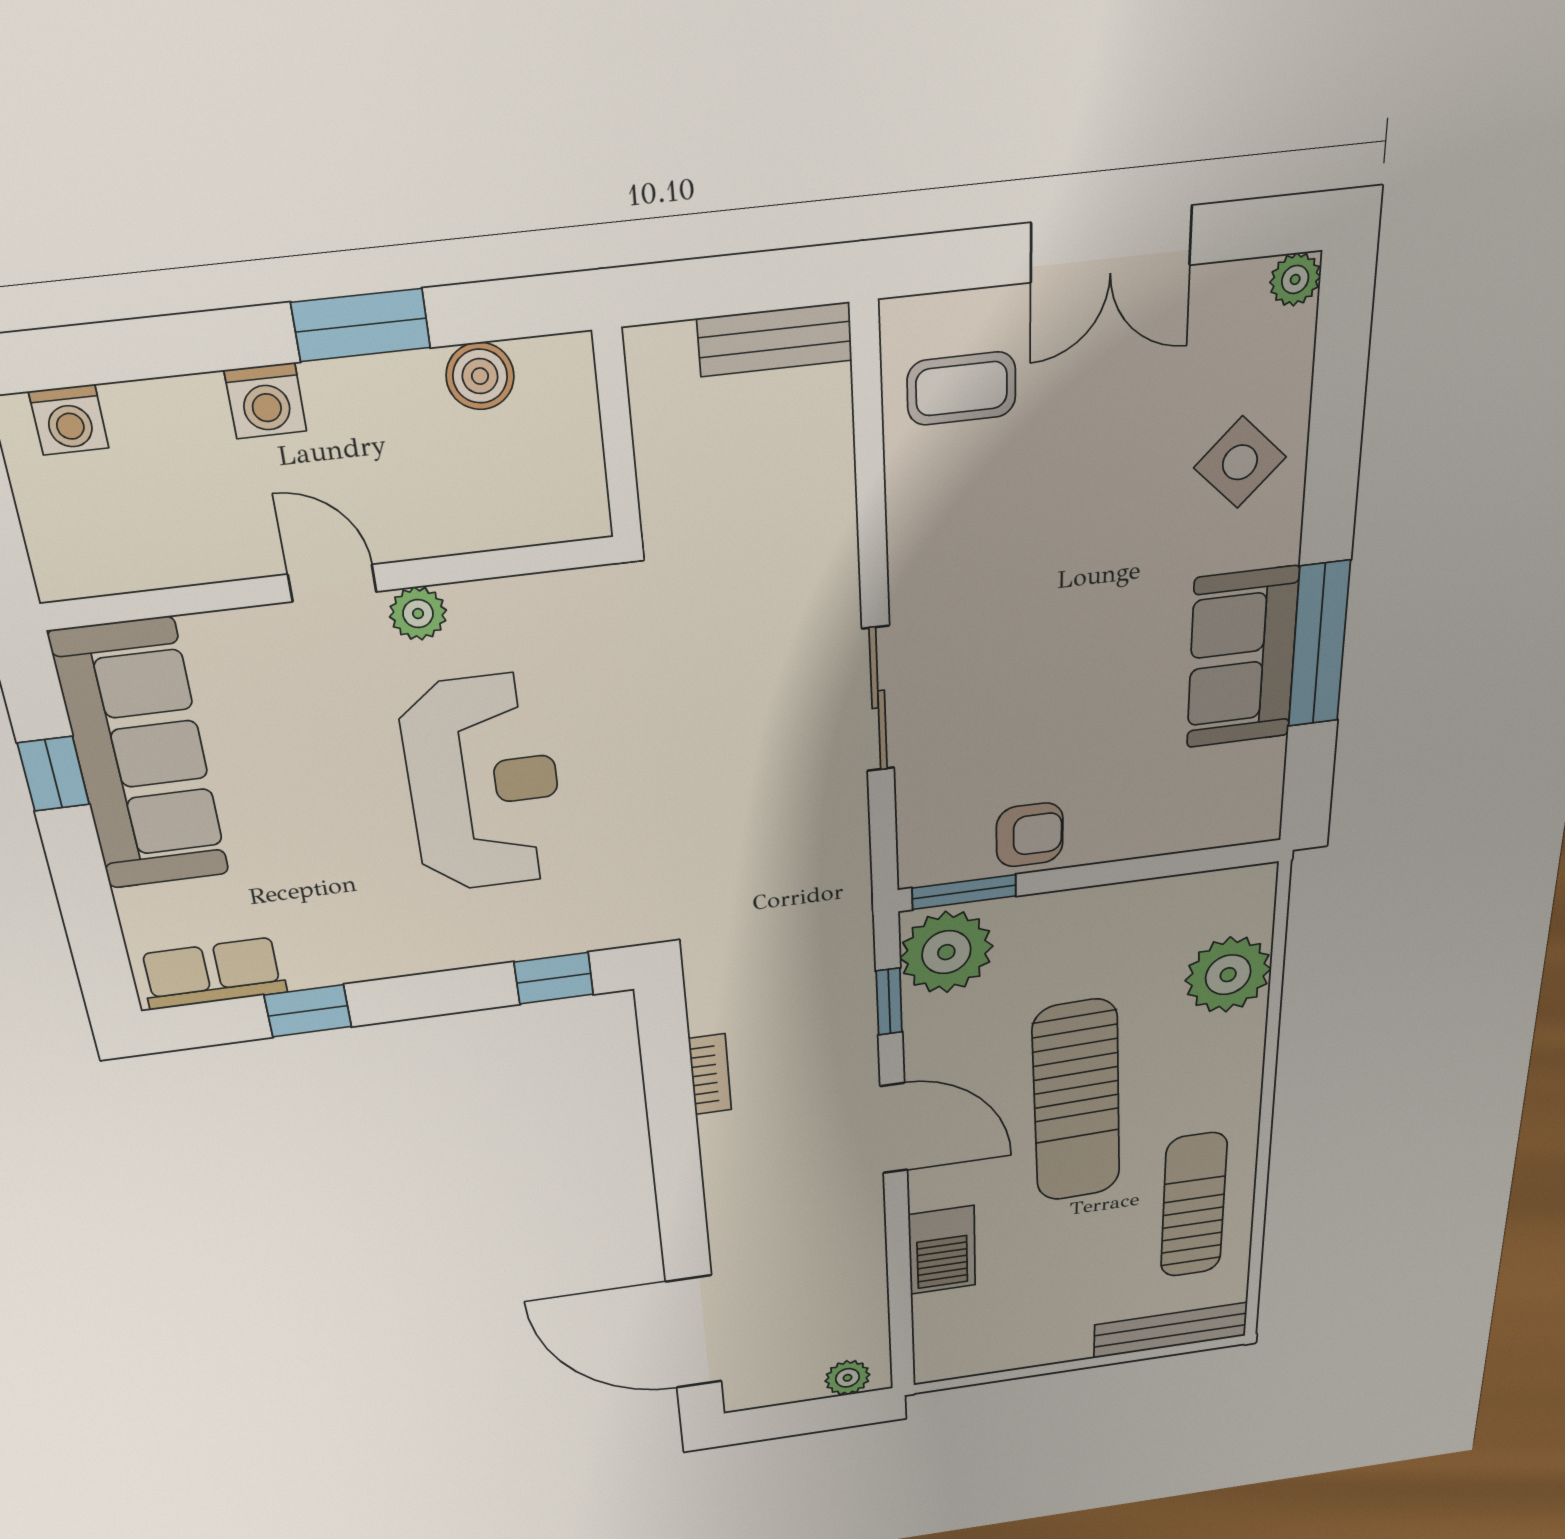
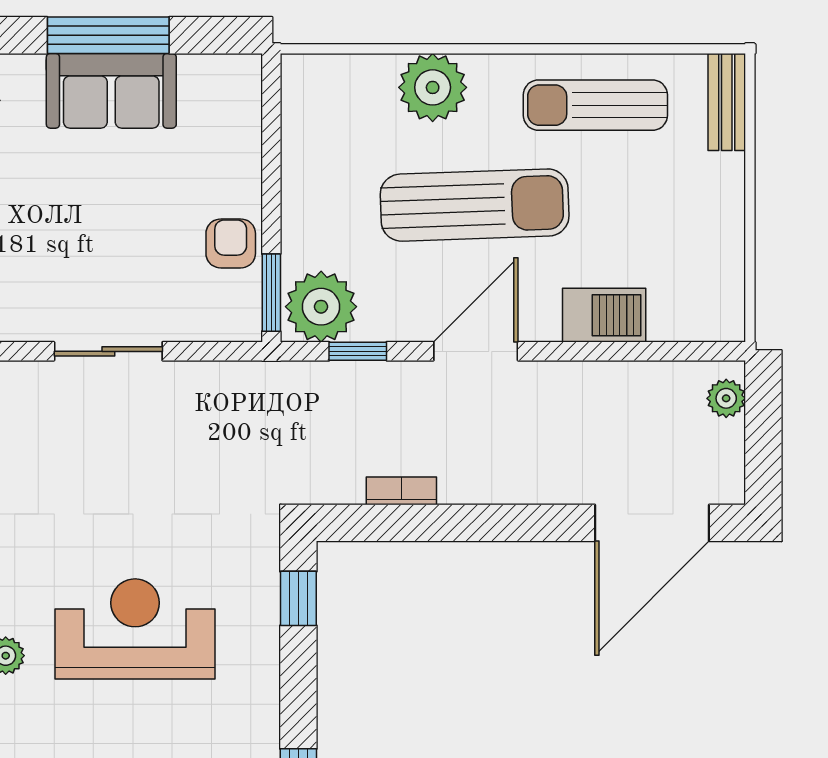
plant: (1228, 975) -> (433, 87), moved
bench: (1170, 1330) -> (727, 102), width x0.73

